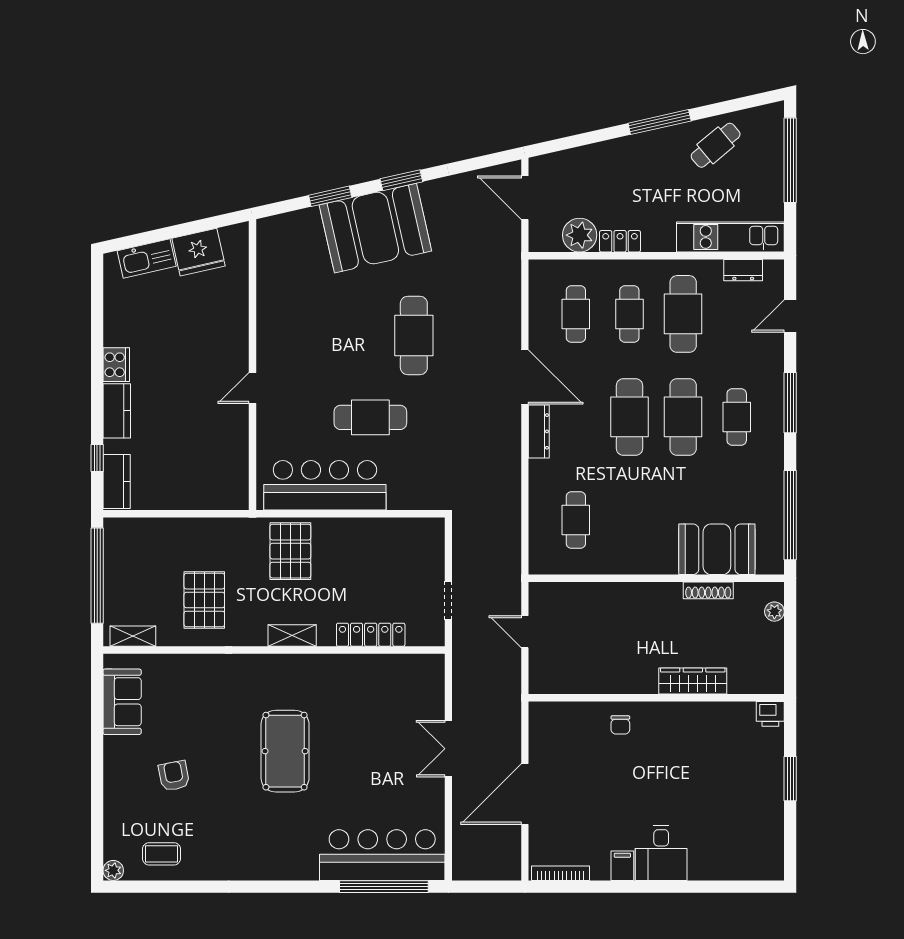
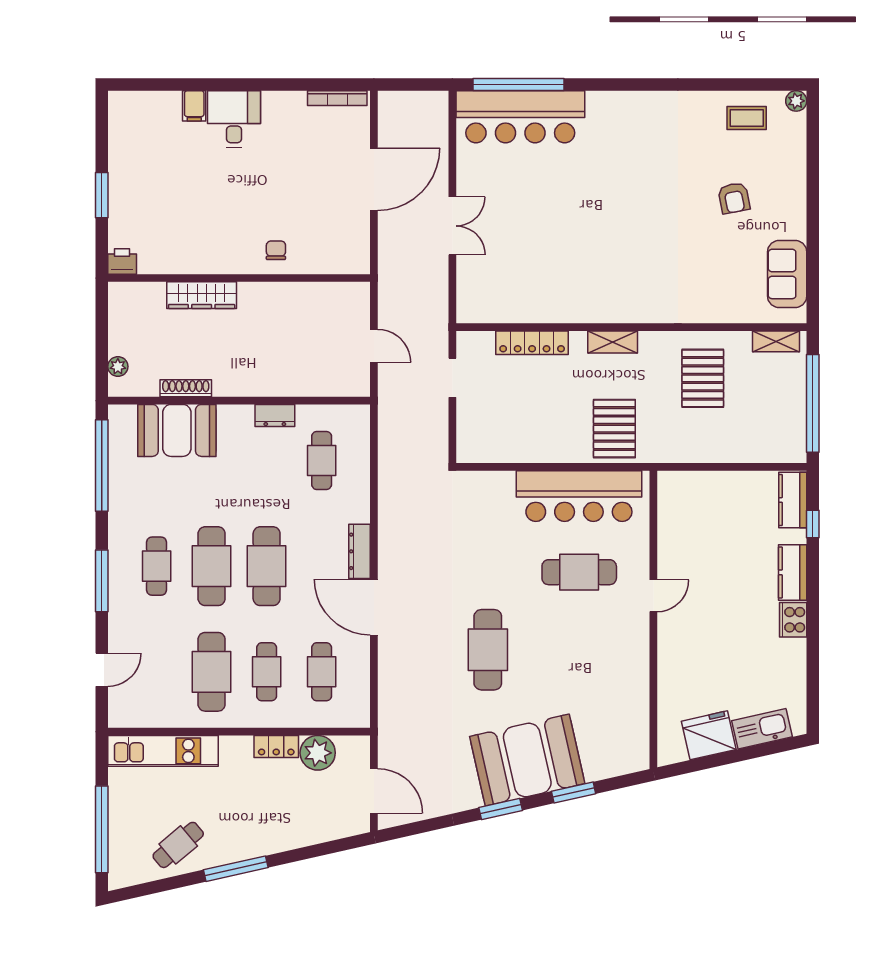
dresser: (743, 270) -> (275, 415), moved, turned 180
cafe table: (370, 417) -> (579, 572), moved
pool table: (285, 751) -> (620, 223), removed
filing cabinet: (622, 866) -> (194, 106), moved

